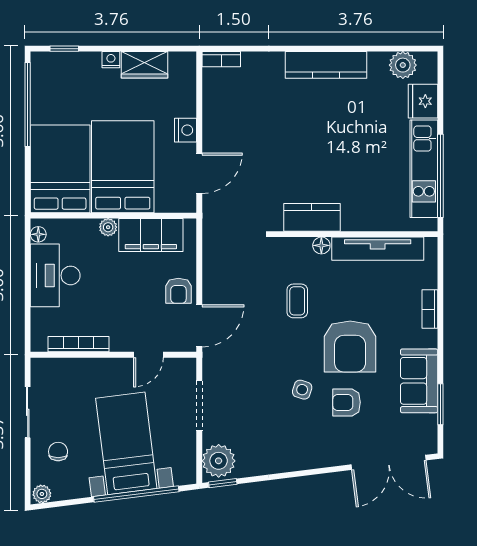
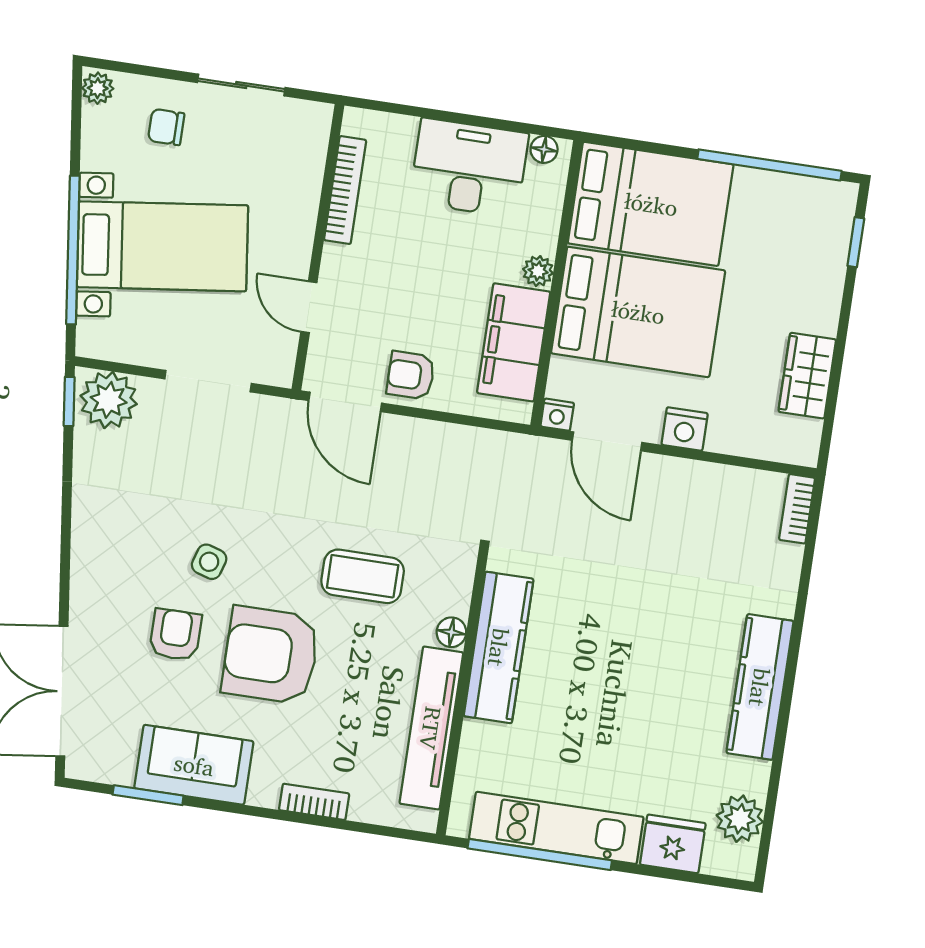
nightstand: (111, 60) -> (557, 415), moved, turned 90
kitchen counter: (312, 217) -> (499, 647), width x1.50
coffee table: (297, 301) -> (363, 576), width x1.36, depth x1.30
chair: (58, 452) -> (166, 127), turned 180

